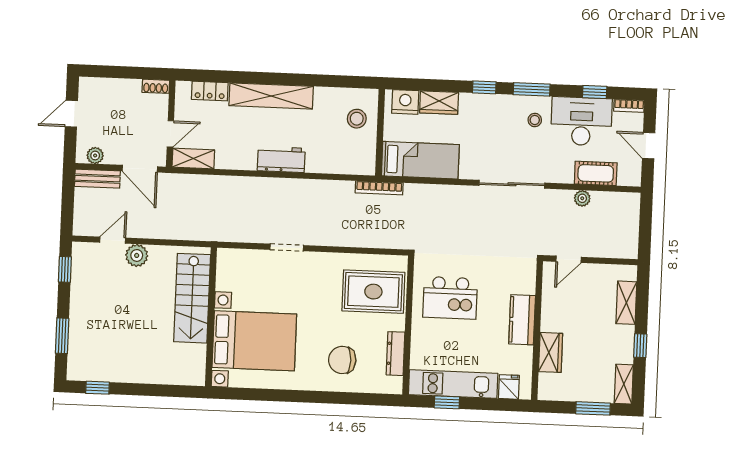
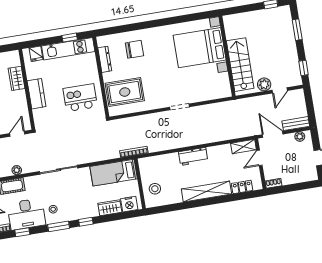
stairs: (192, 298) -> (240, 65), moved
wall: (211, 317) -> (227, 56), moved
bed with nightstands: (254, 341) -> (200, 48), moved

